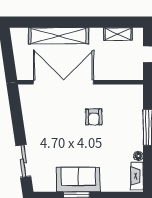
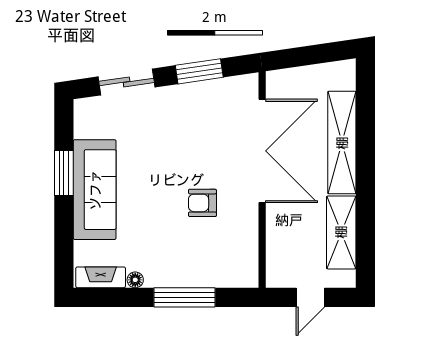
shelving: (118, 34) -> (341, 232), width x1.50, depth x1.33
window: (17, 119) -> (199, 71), added
sofa: (78, 180) -> (95, 190), width x1.36

